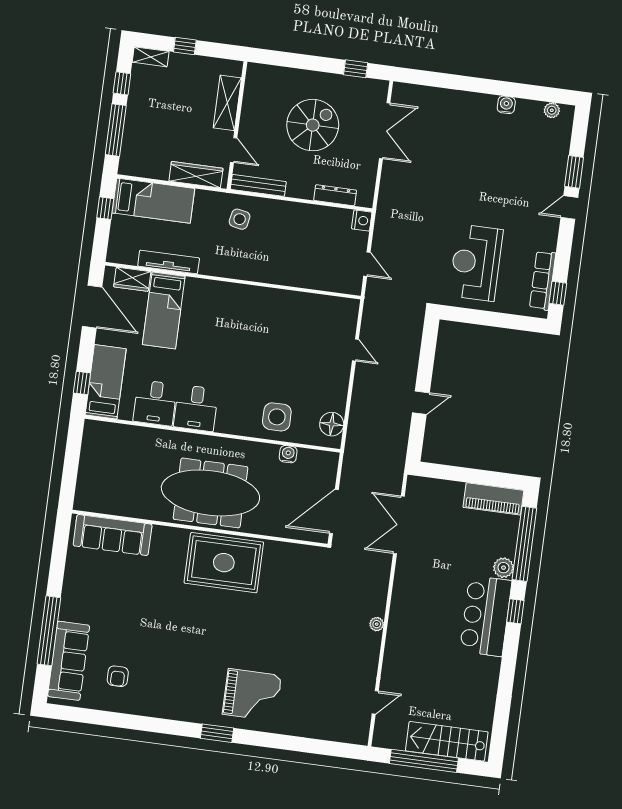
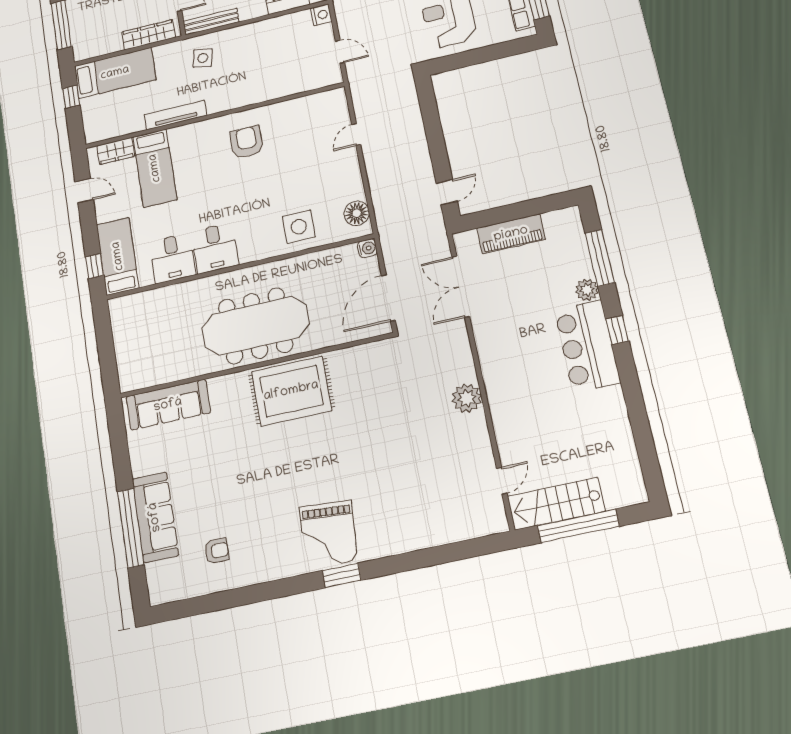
tv unit: (169, 262) -> (176, 115), moved
door: (92, 307) -> (84, 191), width x0.53
armchair: (255, 318) -> (247, 142), added
door: (355, 350) -> (356, 134), swing flipped
door: (421, 403) -> (447, 192), moved
water cooler: (288, 454) -> (367, 248), moved, turned 90
piano: (493, 499) -> (511, 234), moved
window: (524, 544) -> (600, 258), width x0.68
plant: (377, 624) -> (467, 398), width x1.87, depth x1.87
sofa: (69, 661) -> (155, 517), moved
armchair: (118, 676) -> (217, 551), turned -90
grand piano: (252, 695) -> (328, 534), moved, turned 94
stairs: (447, 741) -> (556, 504), moved

